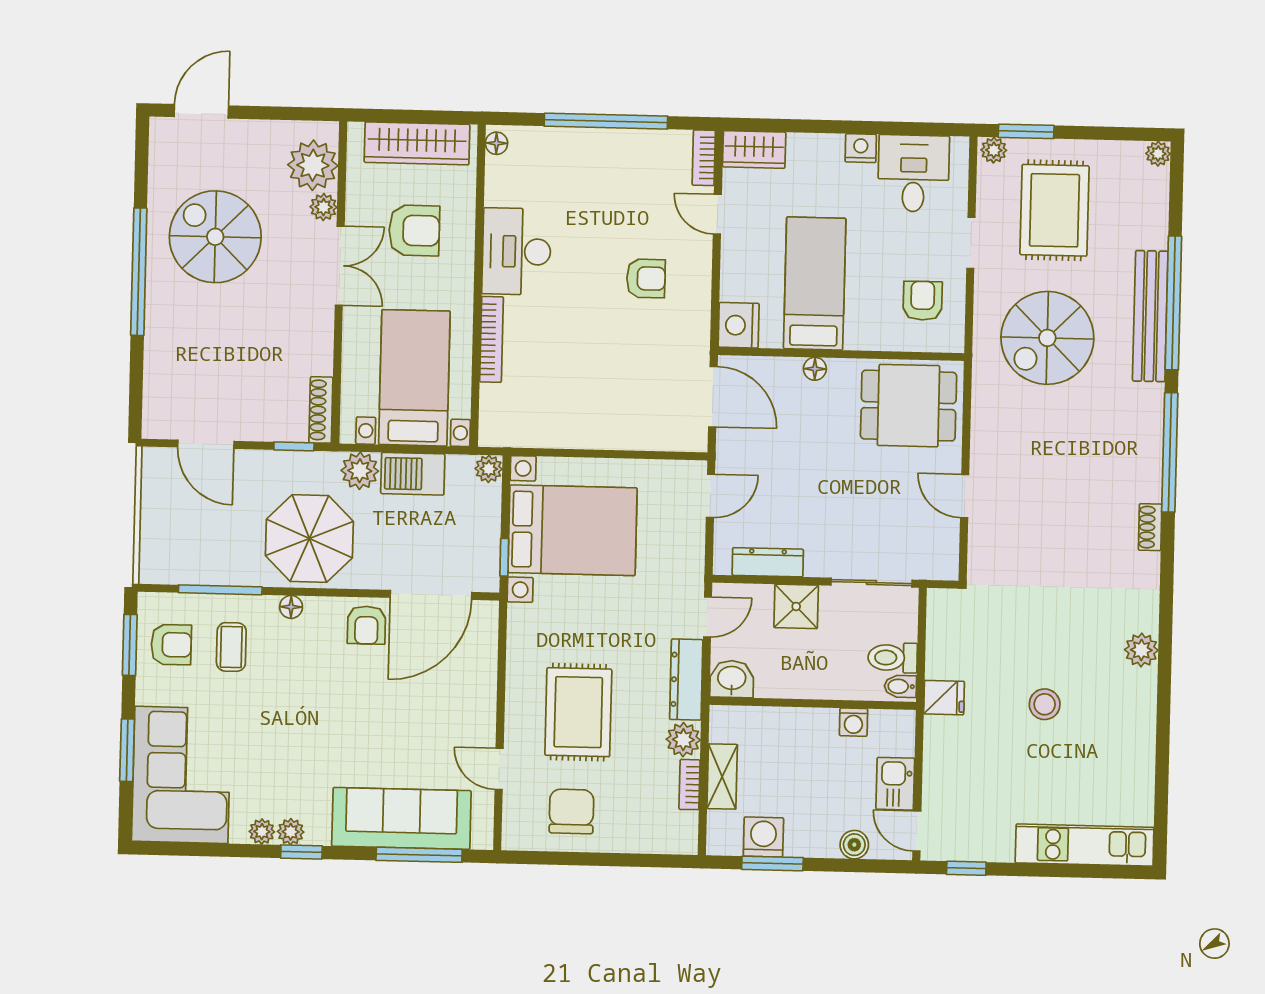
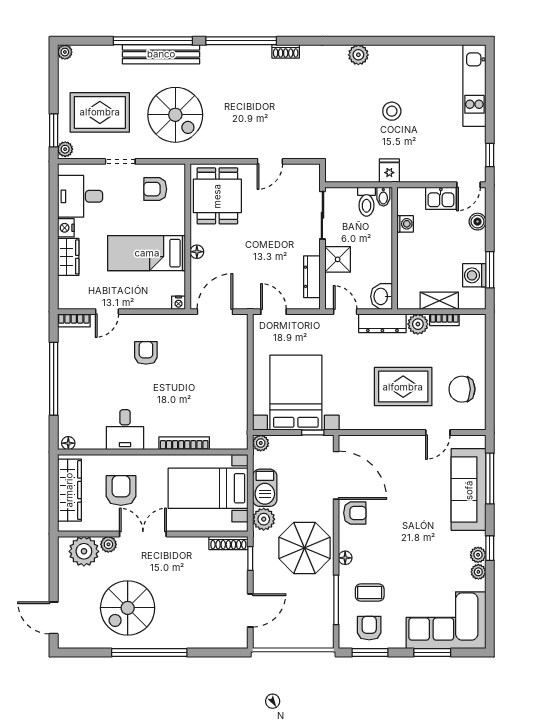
wardrobe: (754, 149) -> (68, 257), moved
desk: (517, 251) -> (125, 430), width x0.73
nightstand: (739, 325) -> (179, 303), width x0.53, depth x0.56

